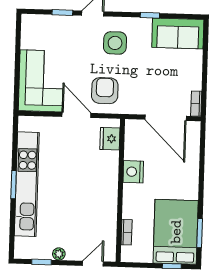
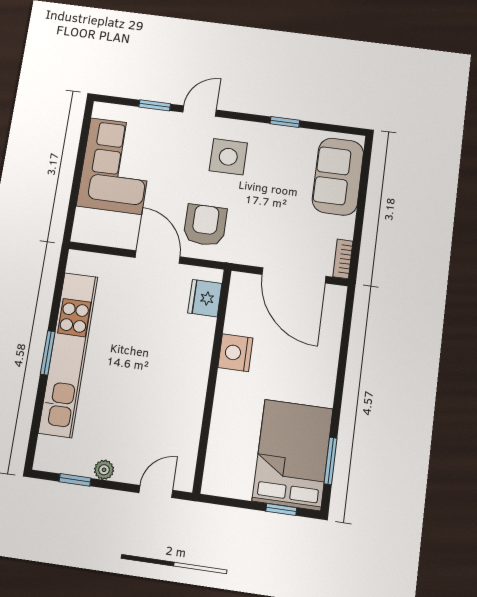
sofa: (178, 33) -> (338, 177), moved, turned 90
corner sofa: (41, 81) -> (116, 166), moved
bookcase: (127, 232) -> (215, 447), removed

